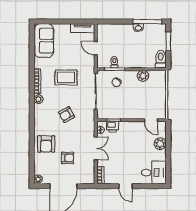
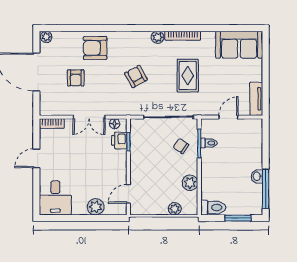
plant: (162, 87) -> (175, 209), added

